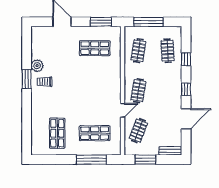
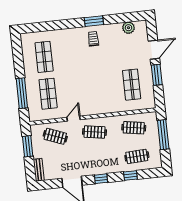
window: (101, 22) -> (157, 75), moved
plant: (37, 66) -> (128, 28), moved
door: (123, 110) -> (74, 119), swing flipped
shop shelf: (57, 133) -> (44, 57), turned 90

